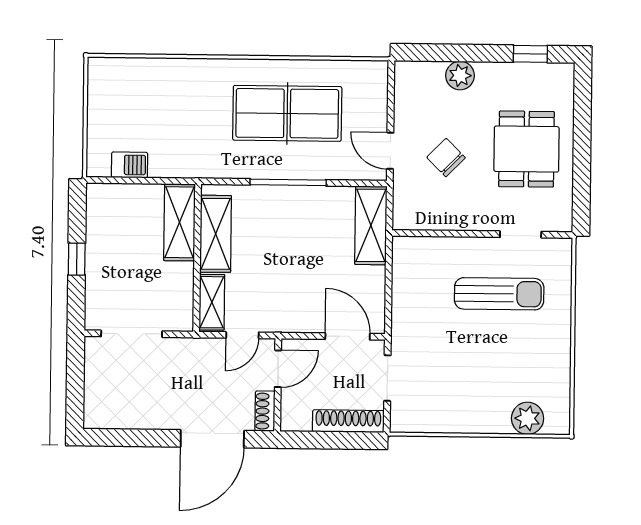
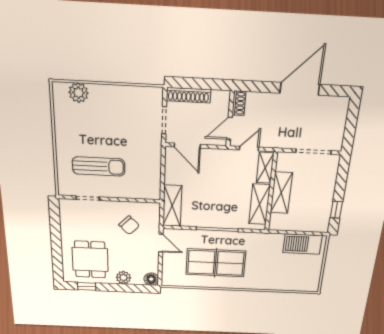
floor lamp: (407, 74) -> (151, 279), added
dining table: (526, 149) -> (90, 260), moved
chair: (446, 158) -> (129, 225), moved
barbecue: (130, 165) -> (302, 244), width x1.88, depth x1.53
shelving: (179, 222) -> (281, 193), moved
window: (77, 259) -> (336, 210), moved
sun lounger: (499, 294) -> (99, 166), turned 180
door: (212, 439) -> (300, 89), moved

